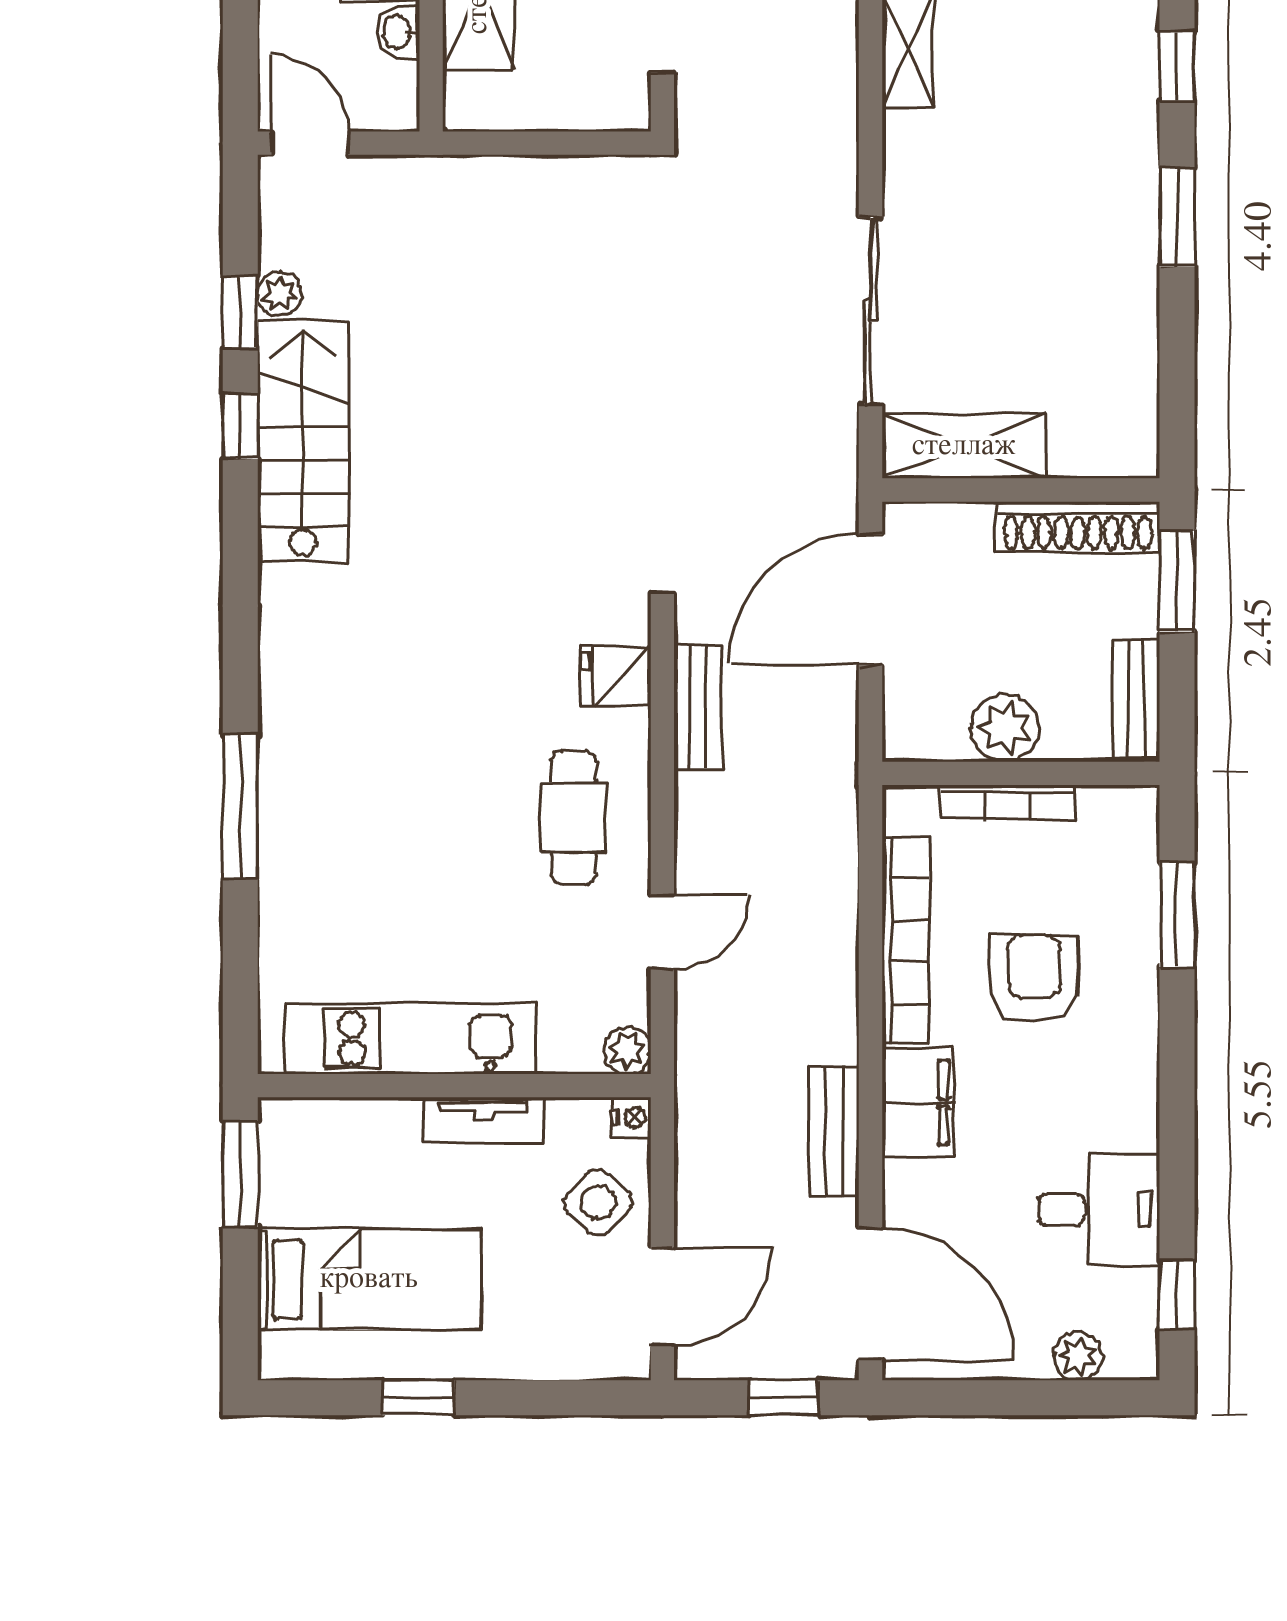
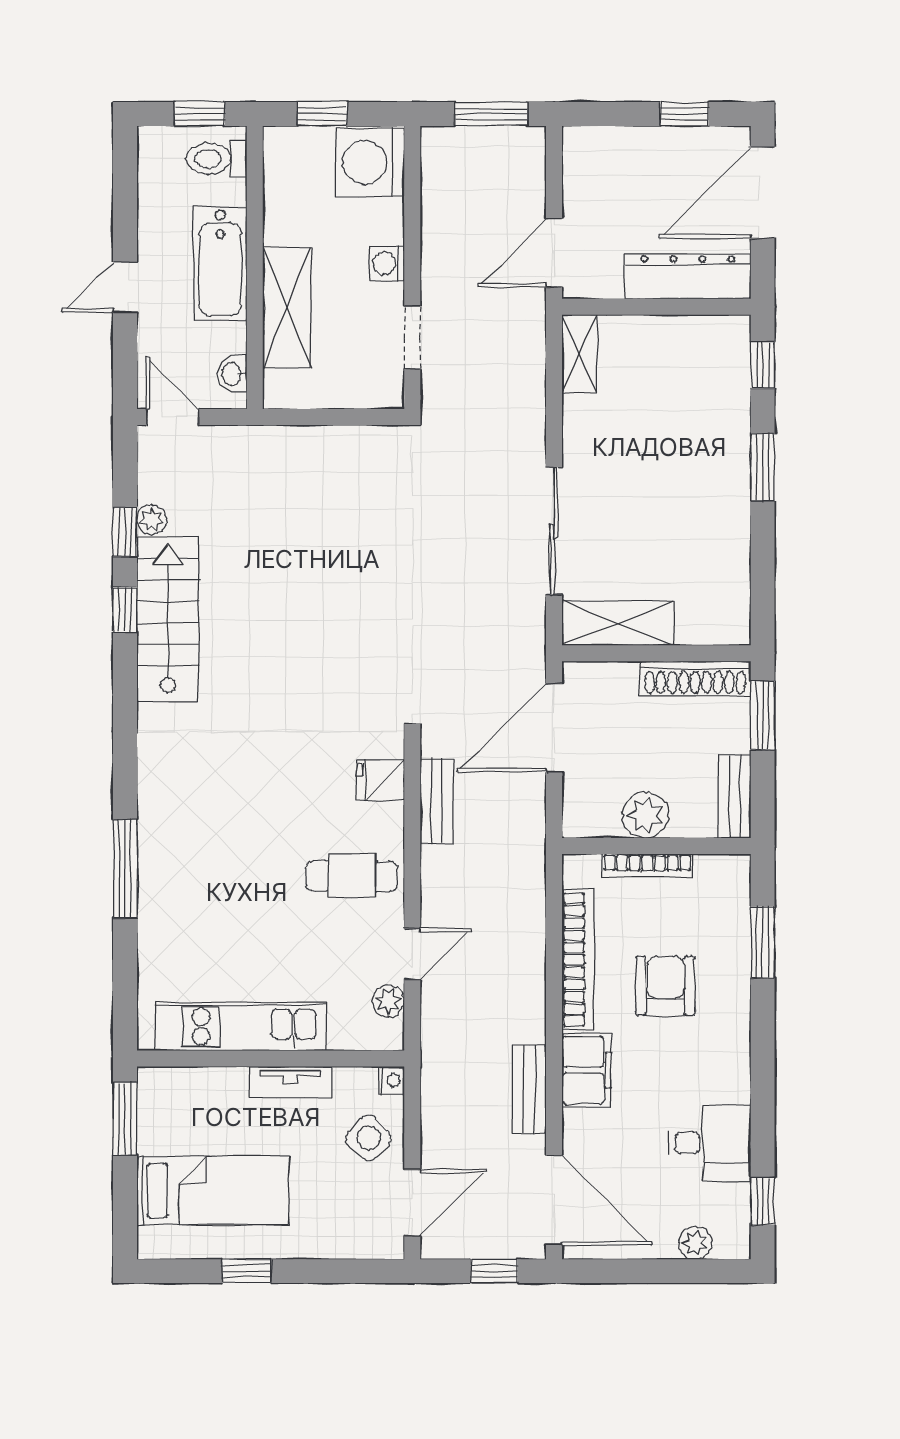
washbasin: (398, 32) -> (232, 374), moved
cafe table: (573, 817) -> (352, 876), turned 90
plant: (627, 1050) -> (388, 1001), moved

